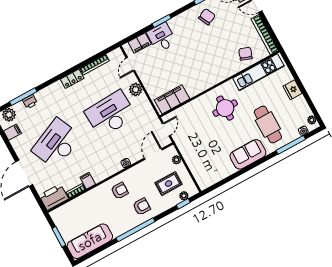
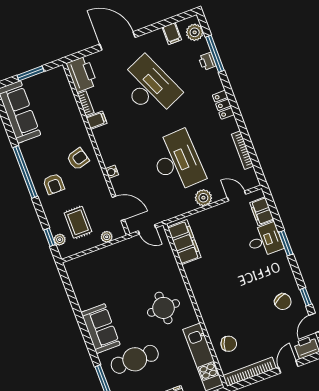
locker: (72, 79) -> (223, 105), moved
armchair: (120, 191) -> (78, 159), turned -105

